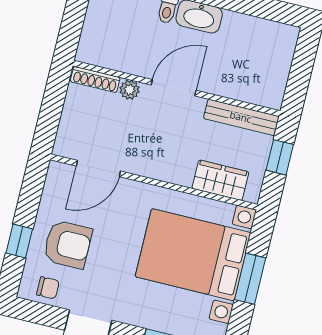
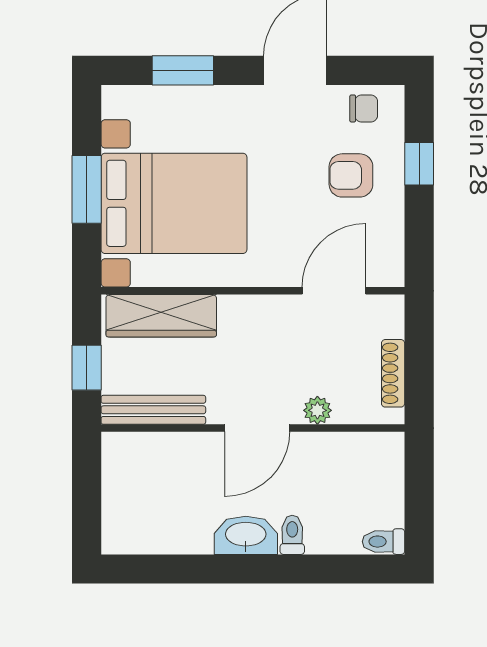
shoe rack: (95, 80) -> (393, 373), moved, turned -90
wardrobe: (220, 180) -> (161, 316), width x1.50
armchair: (68, 244) -> (351, 175), width x0.72, depth x0.72
chair: (48, 288) -> (364, 108), turned 180

